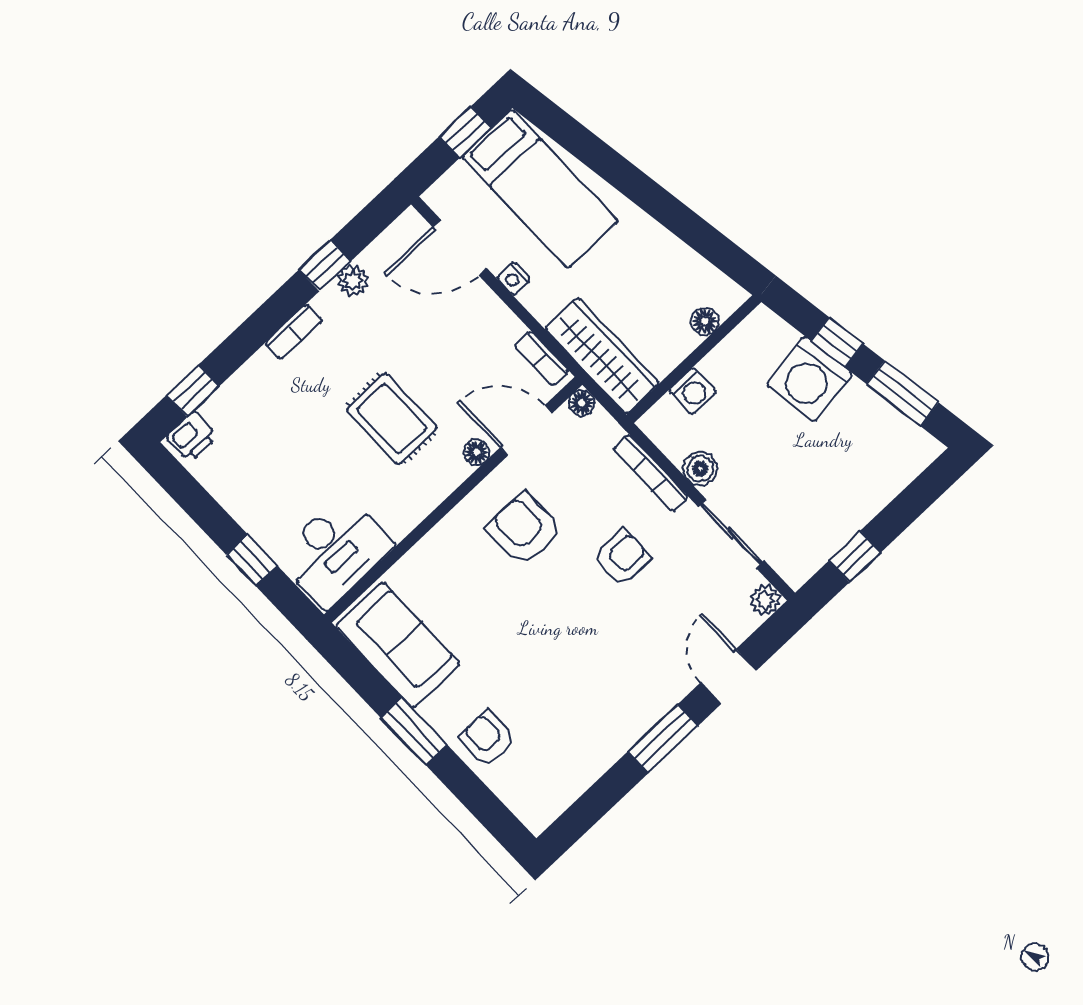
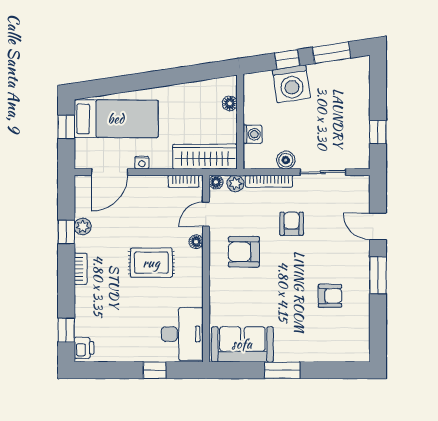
door: (526, 430) -> (206, 214), width x0.73
plant: (765, 600) -> (235, 184), moved
armchair: (487, 738) -> (330, 296), moved, turned 180

